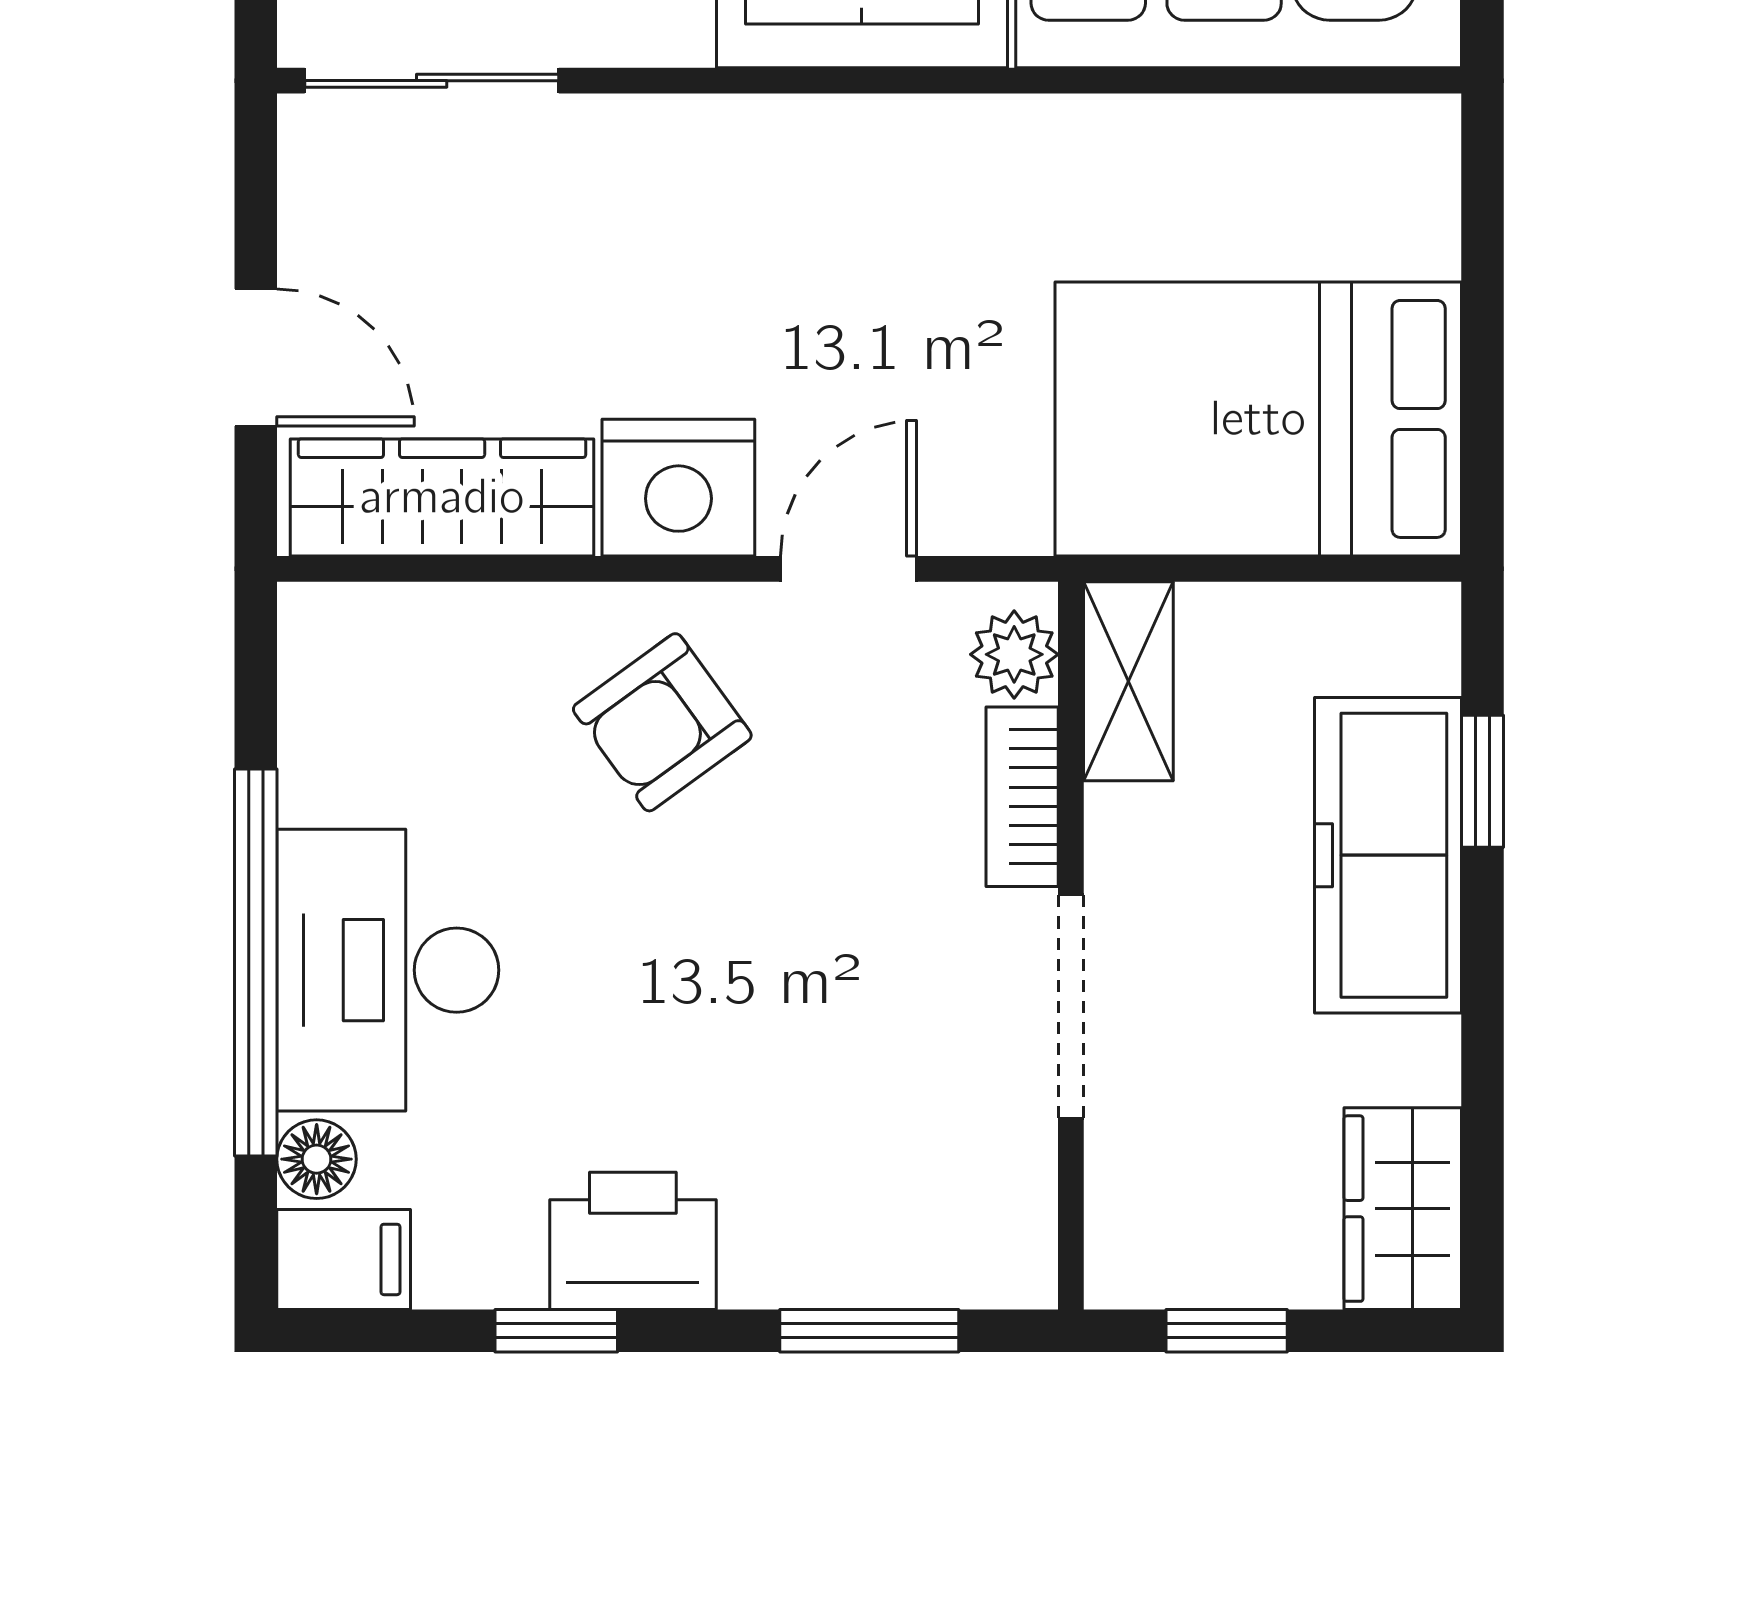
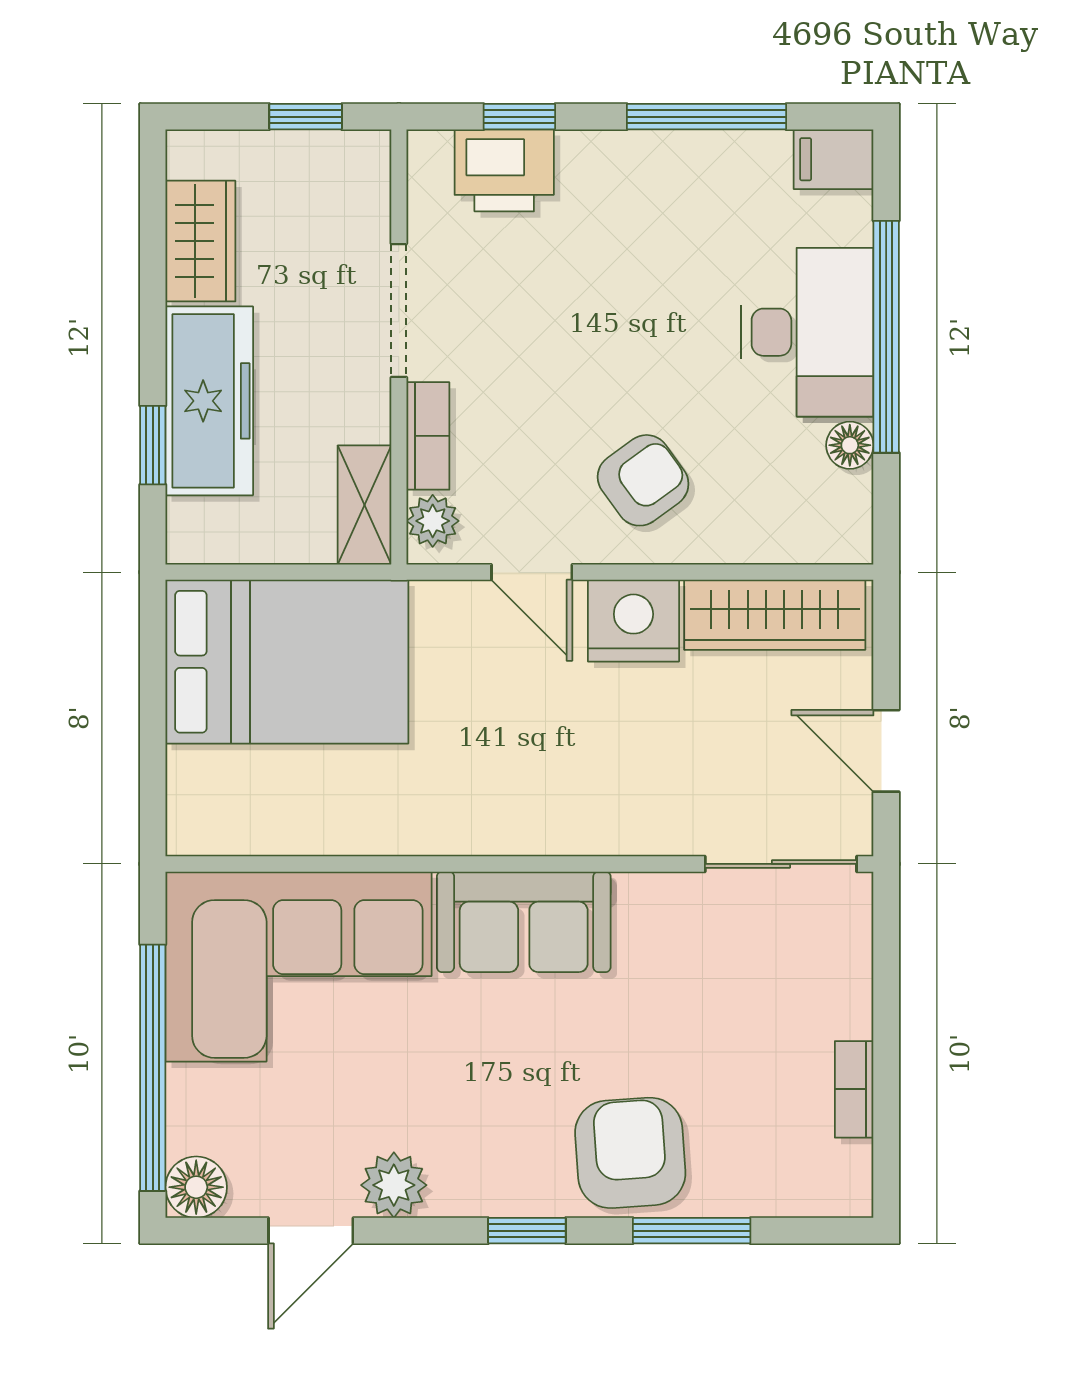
door: (256, 358) -> (886, 751), moved
door: (848, 569) -> (532, 572), hinge flipped
floor lamp: (317, 1159) -> (850, 445), moved
wardrobe: (1403, 1209) -> (200, 241), moved
printer: (633, 1241) -> (504, 170), moved
window: (556, 1331) -> (706, 117), width x2.17
window: (869, 1331) -> (519, 117), width x0.67

